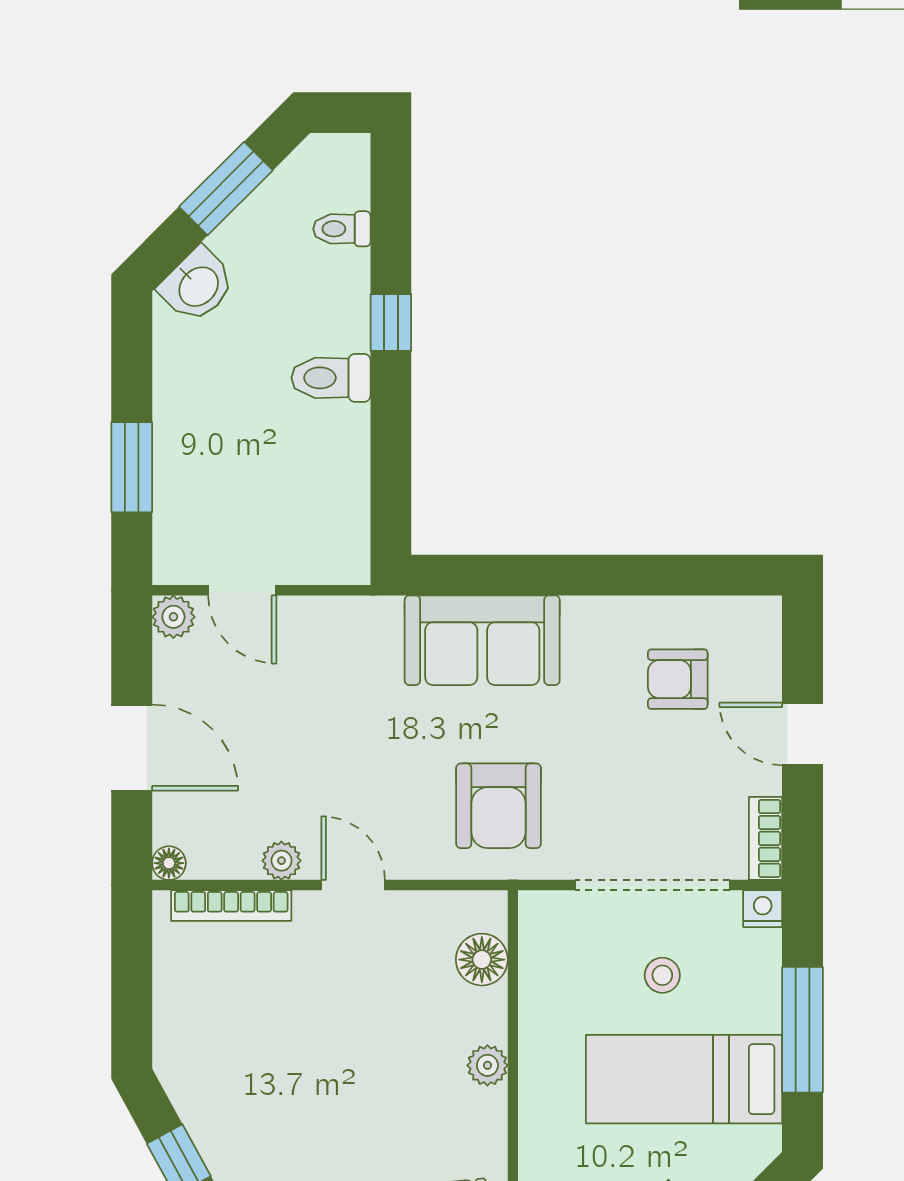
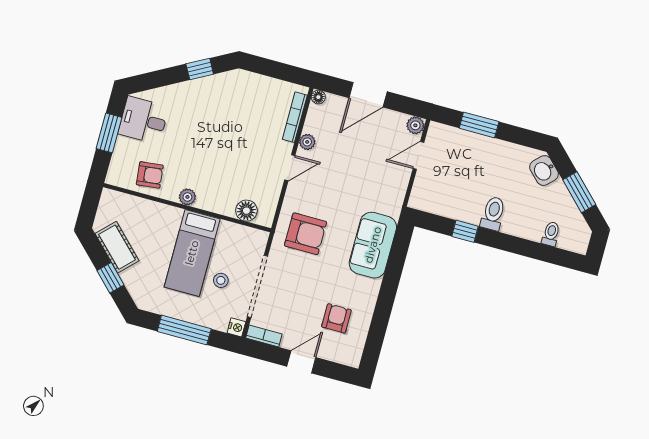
window: (391, 323) -> (465, 231), moved
armchair: (498, 806) -> (306, 234), turned 180
plant: (487, 1065) -> (187, 197), moved
bed: (684, 1079) -> (192, 253), moved, turned 180

